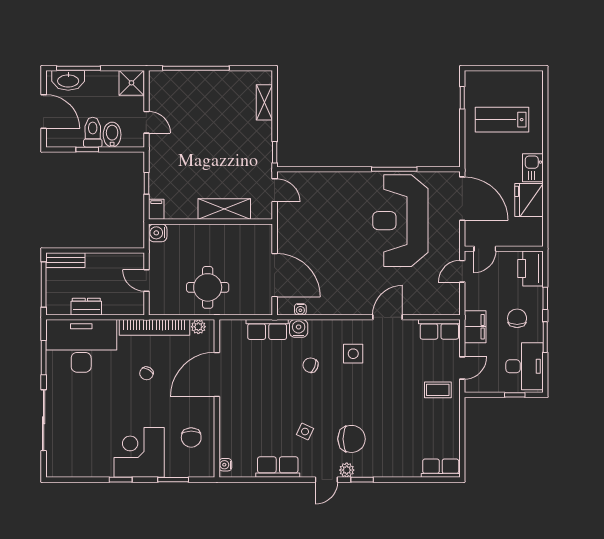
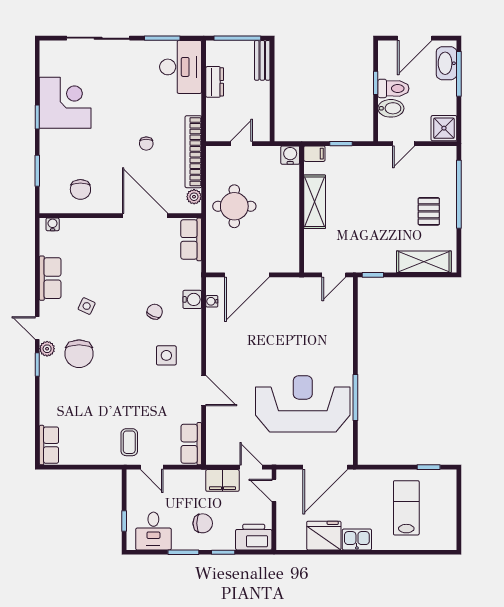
pallet: (213, 98) -> (429, 211), added
shelving: (264, 102) -> (424, 262), width x1.50, depth x1.33
shelving: (224, 209) -> (315, 202), moved
filing cabinet: (475, 327) -> (222, 480), moved
row of seats: (267, 329) -> (191, 239), moved
desk: (81, 346) -> (181, 67), width x0.73, depth x0.77
desk: (525, 366) -> (153, 531), width x0.73
chair: (147, 373) -> (146, 144), turned -120
chair: (191, 437) -> (80, 189), turned -90
corner desk: (139, 452) -> (65, 103), moved

